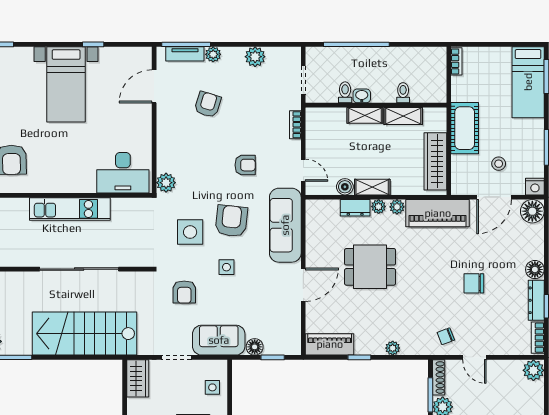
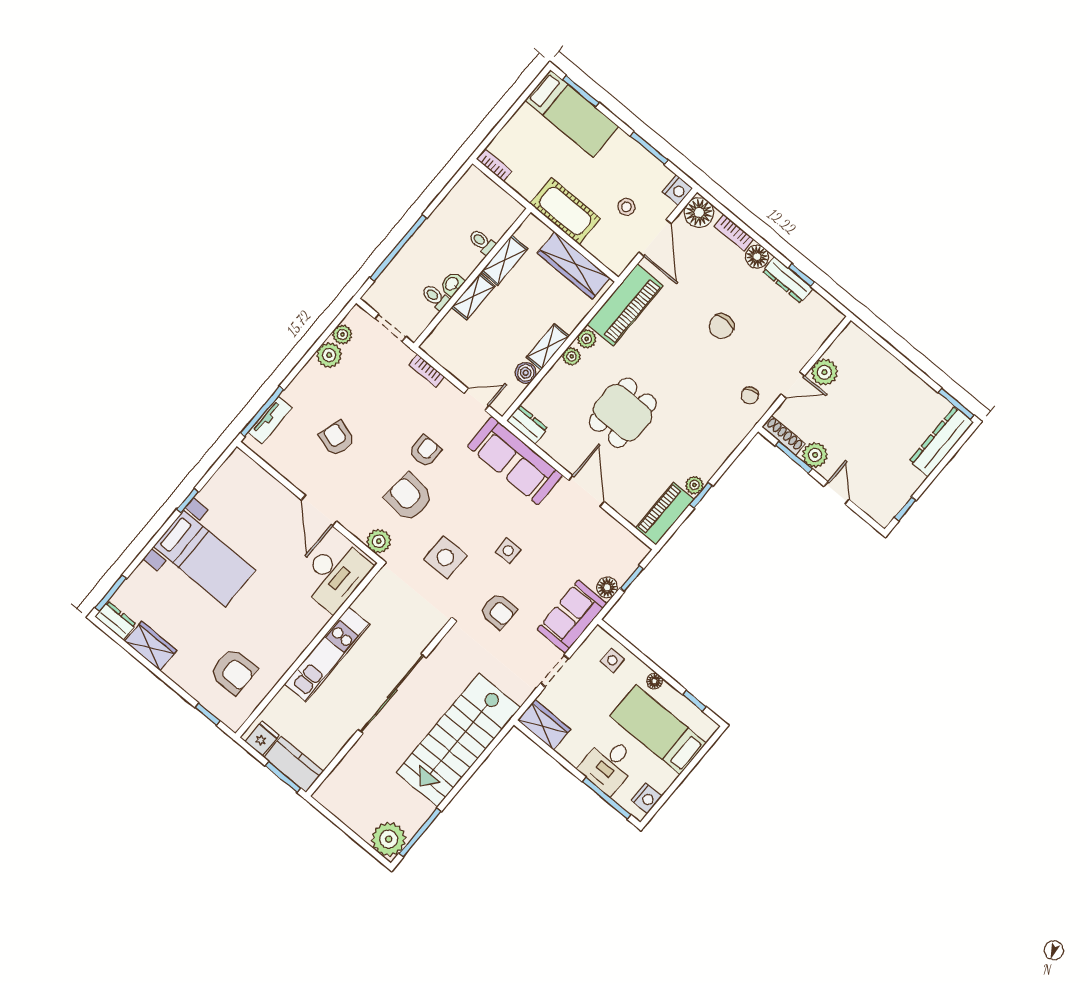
plant: (213, 54) -> (342, 335), moved
door: (154, 86) -> (319, 511), moved
dresser: (355, 208) -> (527, 425), moved, turned -90
armchair: (231, 221) -> (409, 497), moved
bookcase: (538, 338) -> (734, 233), moved
plant: (393, 348) -> (694, 485), moved
plant: (533, 370) -> (824, 372), moved

